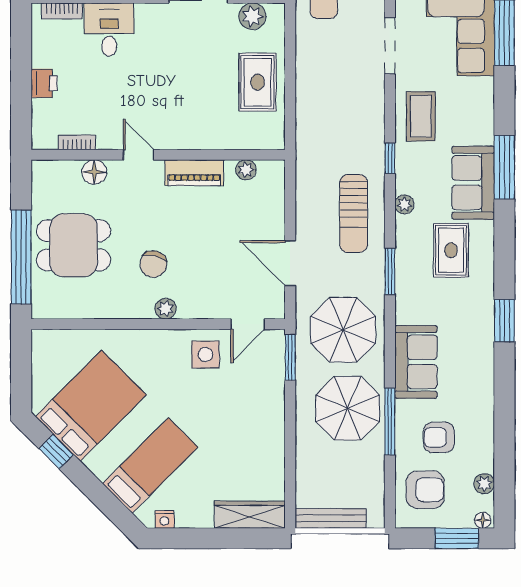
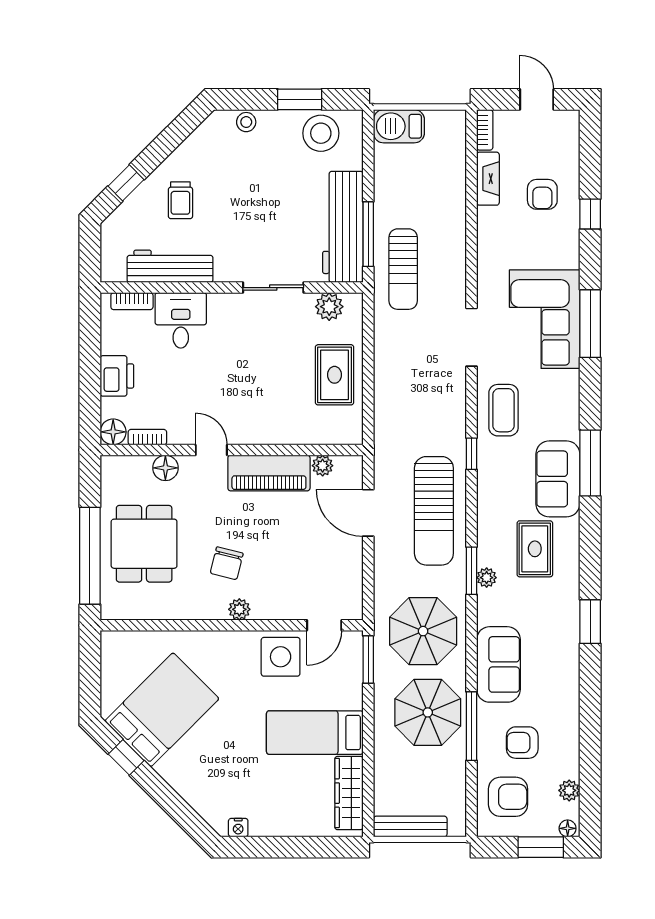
printer: (44, 83) -> (117, 376), width x1.36, depth x1.24
floor lamp: (44, 137) -> (113, 432), added
piano: (194, 173) -> (269, 473), width x1.37, depth x1.33
plant: (404, 204) -> (487, 578), moved
sun lounger: (354, 213) -> (434, 511), width x1.36, depth x1.34
dining table: (74, 245) -> (144, 544), turned 90
door: (290, 263) -> (368, 513), moved
side table: (205, 355) -> (281, 657), width x1.37, depth x1.37
bed: (150, 465) -> (315, 733), moved, turned -135
wardrobe: (250, 515) -> (349, 793), moved, turned -90

